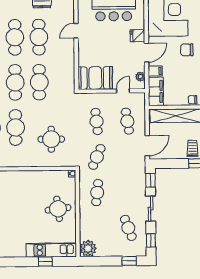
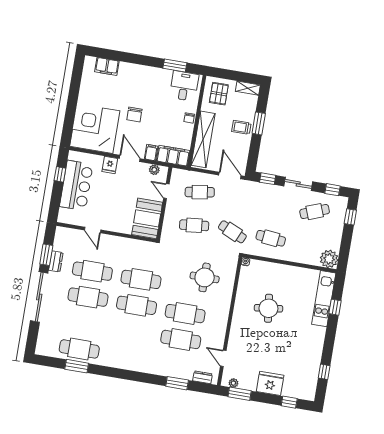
round table: (58, 209) -> (268, 308), moved

